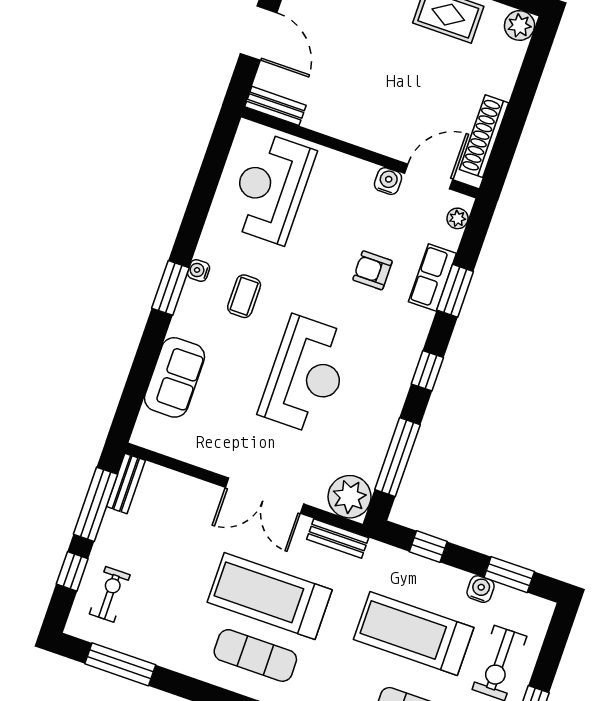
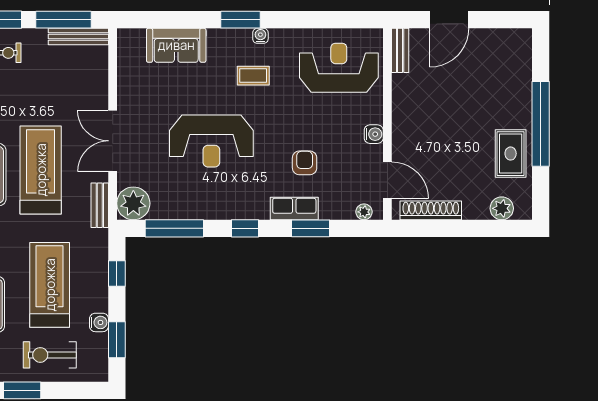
plant: (519, 26) -> (502, 208), moved
water cooler: (388, 181) -> (374, 134), moved
row of seats: (432, 278) -> (294, 208), moved
bench: (126, 483) -> (78, 37), width x1.36

